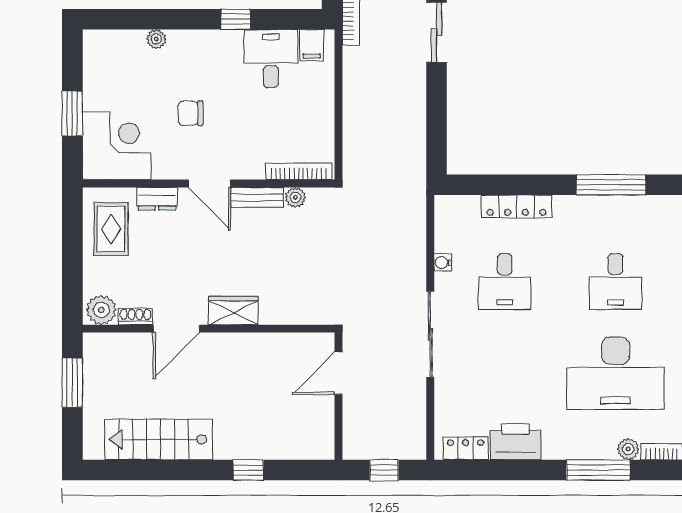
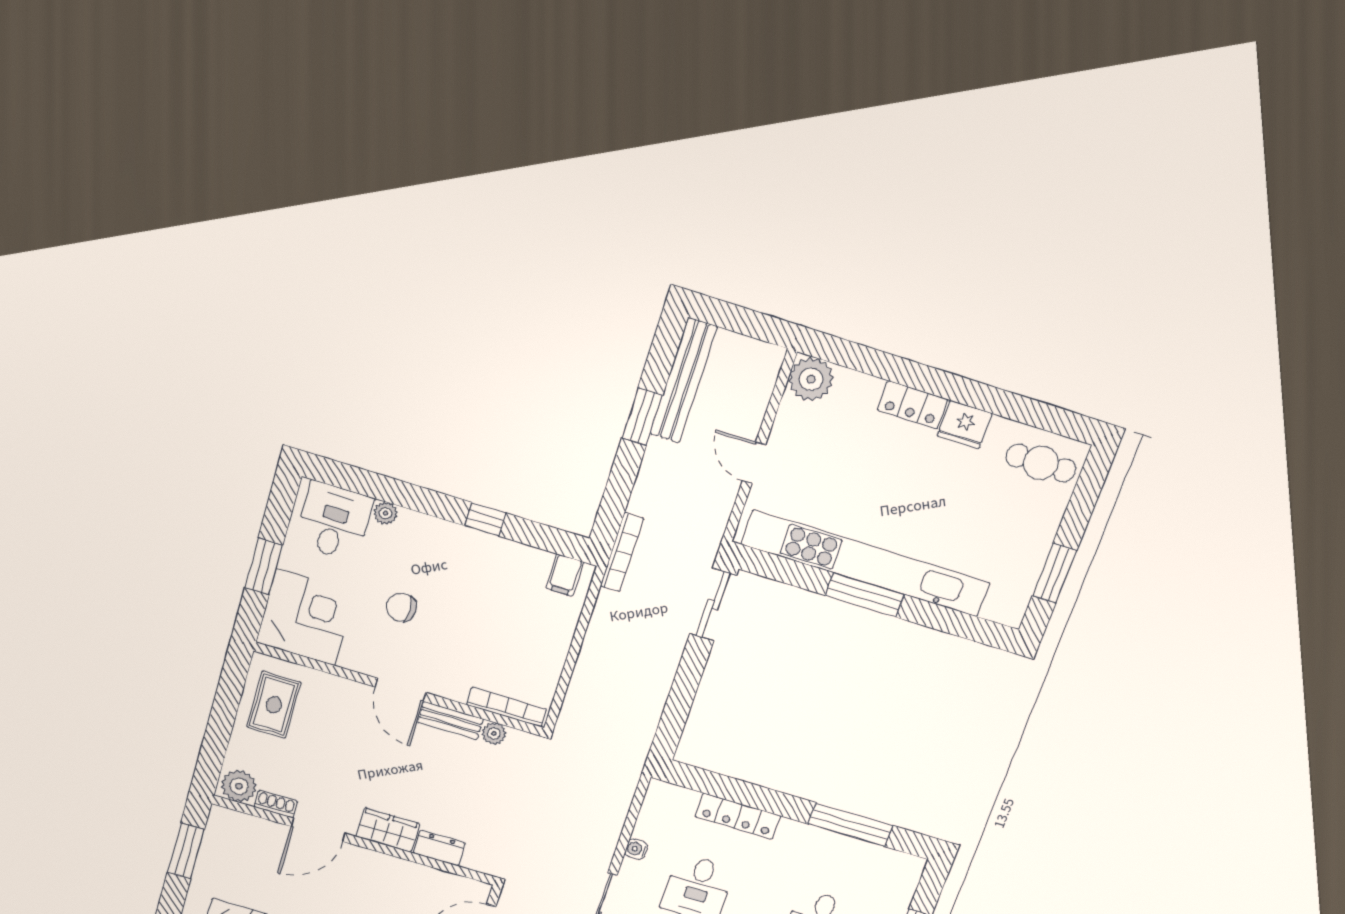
desk: (271, 59) -> (334, 521), moved
dresser: (157, 199) -> (439, 848), moved, turned 180

